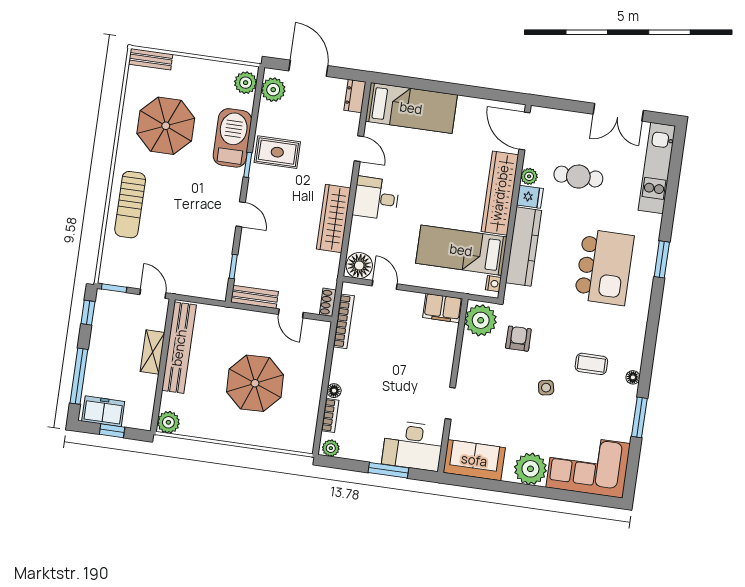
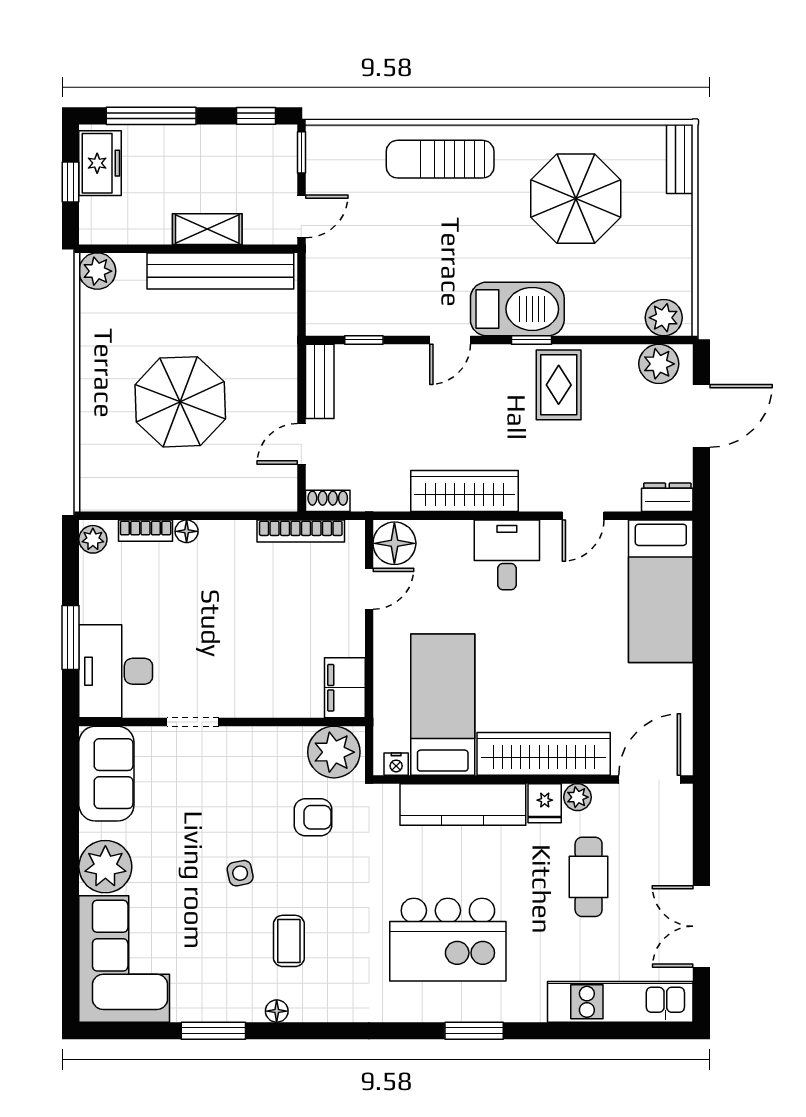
barbecue: (232, 138) -> (517, 309), moved

